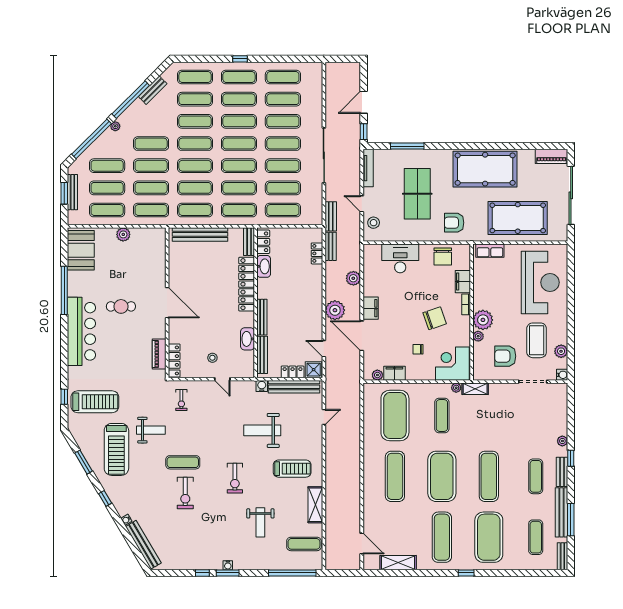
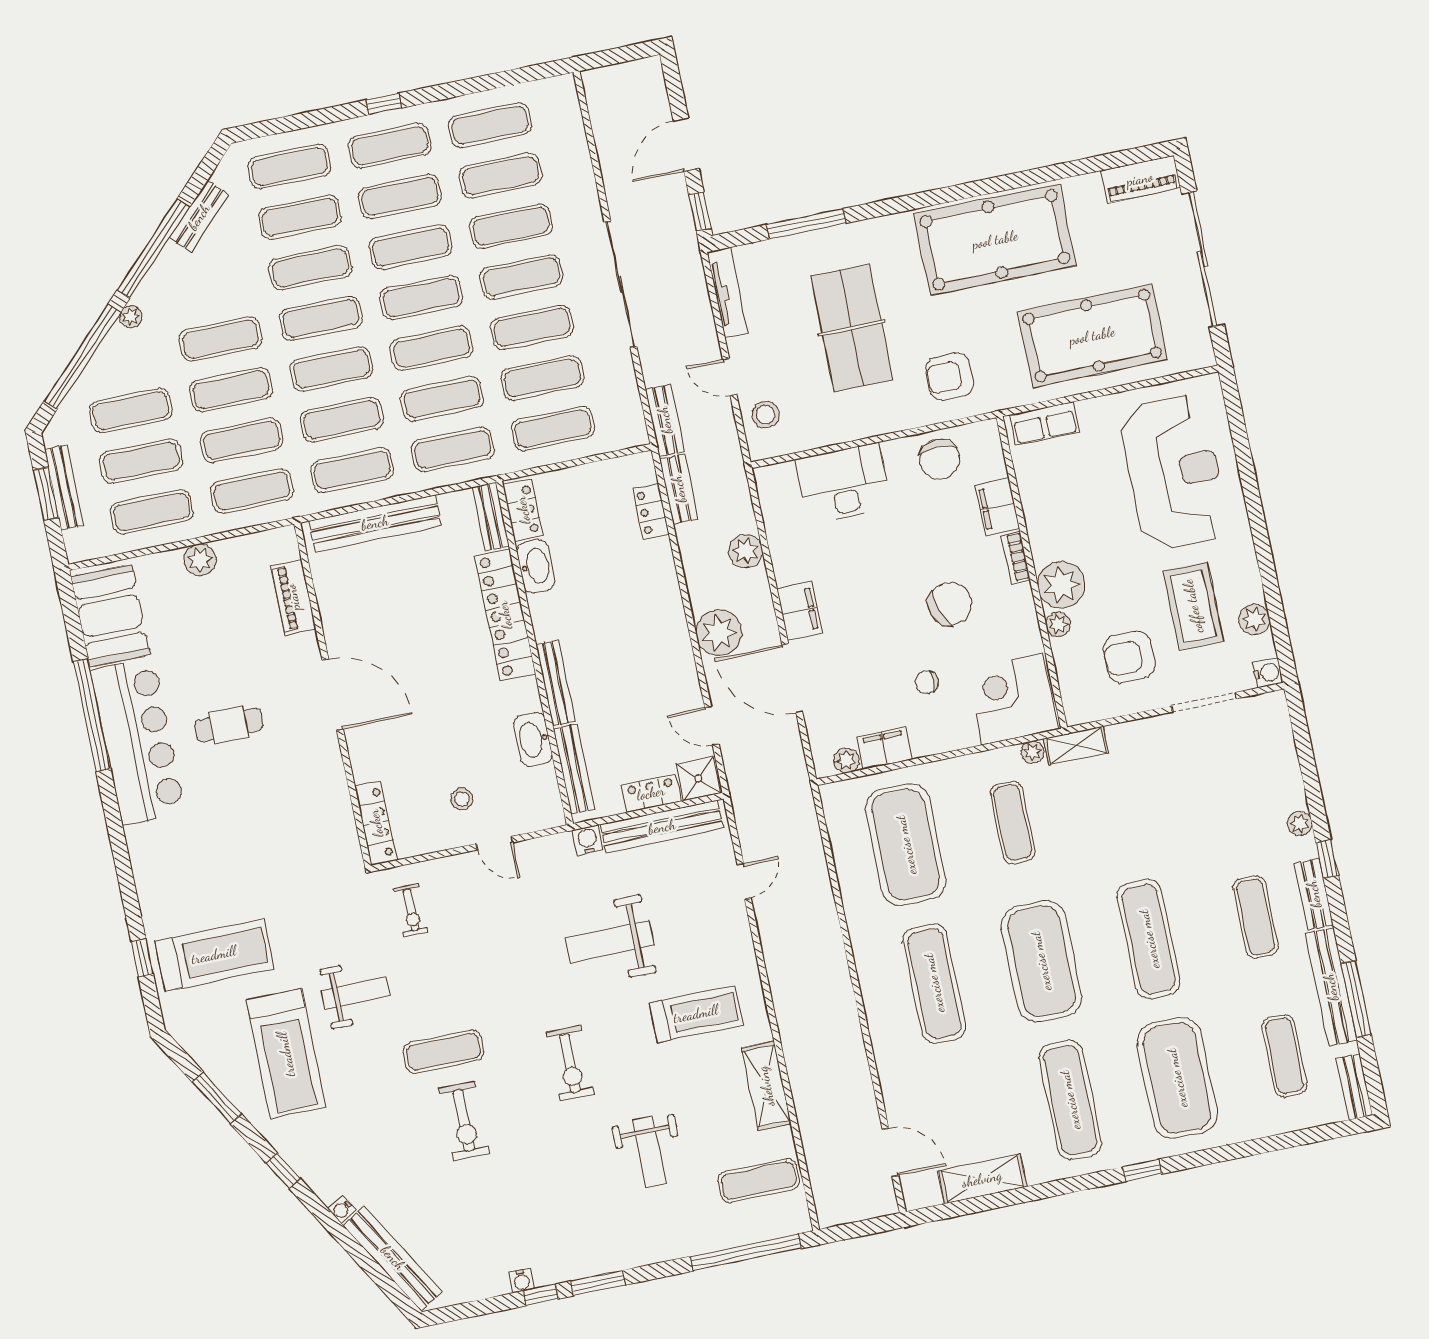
bar counter: (81, 331) -> (138, 741), moved
piano: (159, 354) -> (293, 597), moved
water cooler: (228, 565) -> (521, 1280), moved

